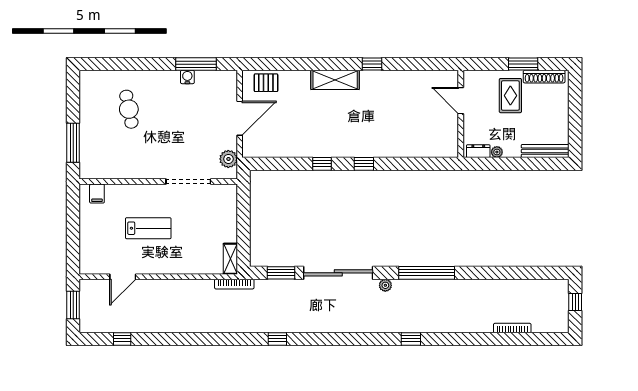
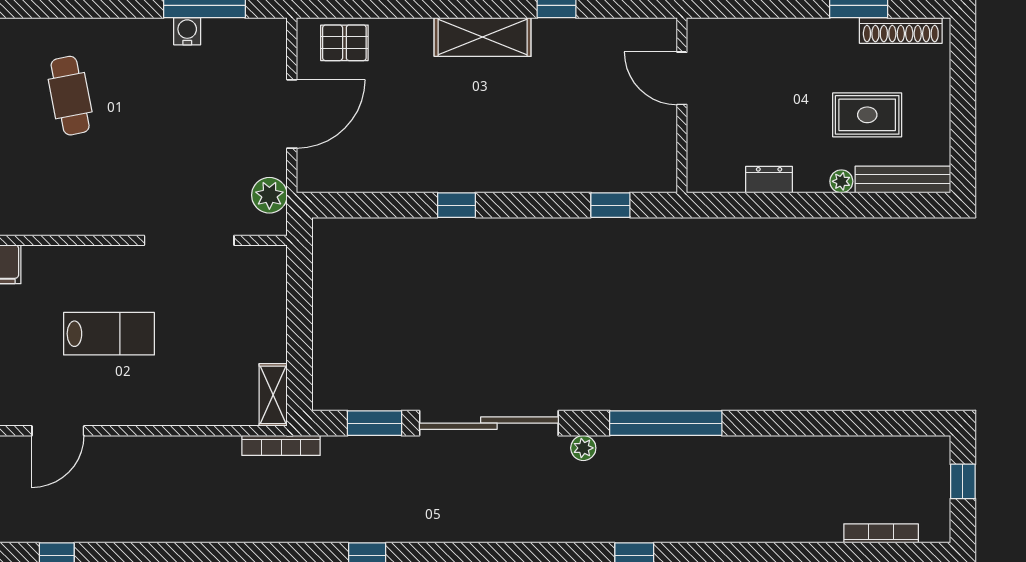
rug: (510, 96) -> (867, 115), moved, turned 90
door: (461, 101) -> (682, 78), moved
wall: (461, 114) -> (682, 105), moved
plant: (497, 152) -> (841, 181), moved
window: (364, 164) -> (610, 205), moved
bookcase: (512, 328) -> (881, 533), moved

